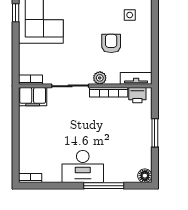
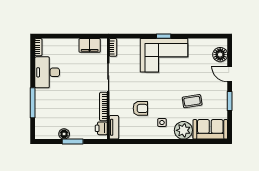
plant: (100, 78) -> (114, 100), removed
filing cabinet: (33, 97) -> (90, 45), moved, turned -90
desk: (83, 166) -> (47, 72), moved
floor lamp: (145, 176) -> (64, 134), moved

